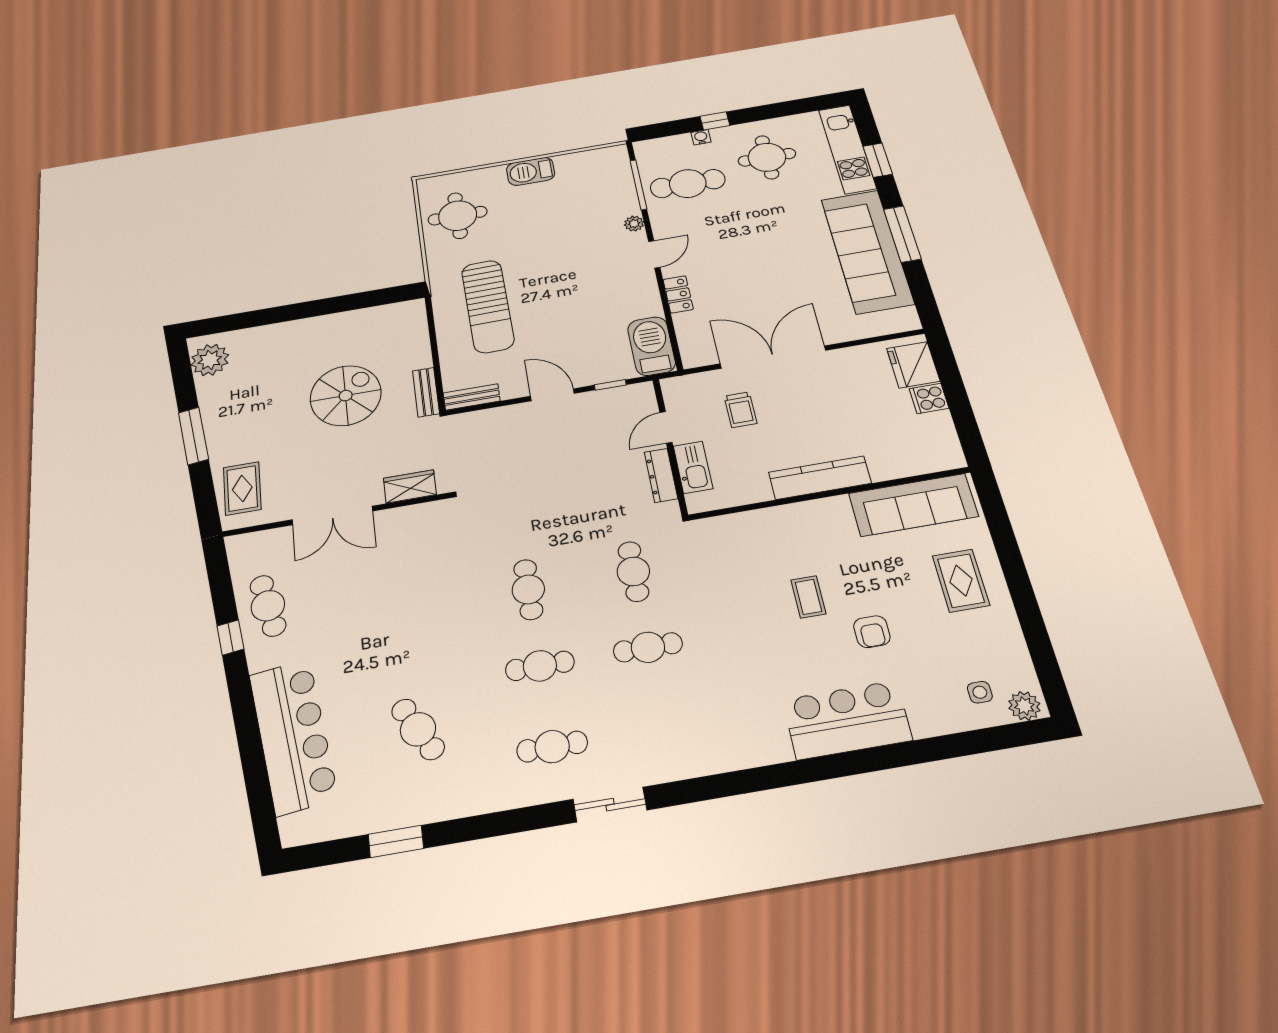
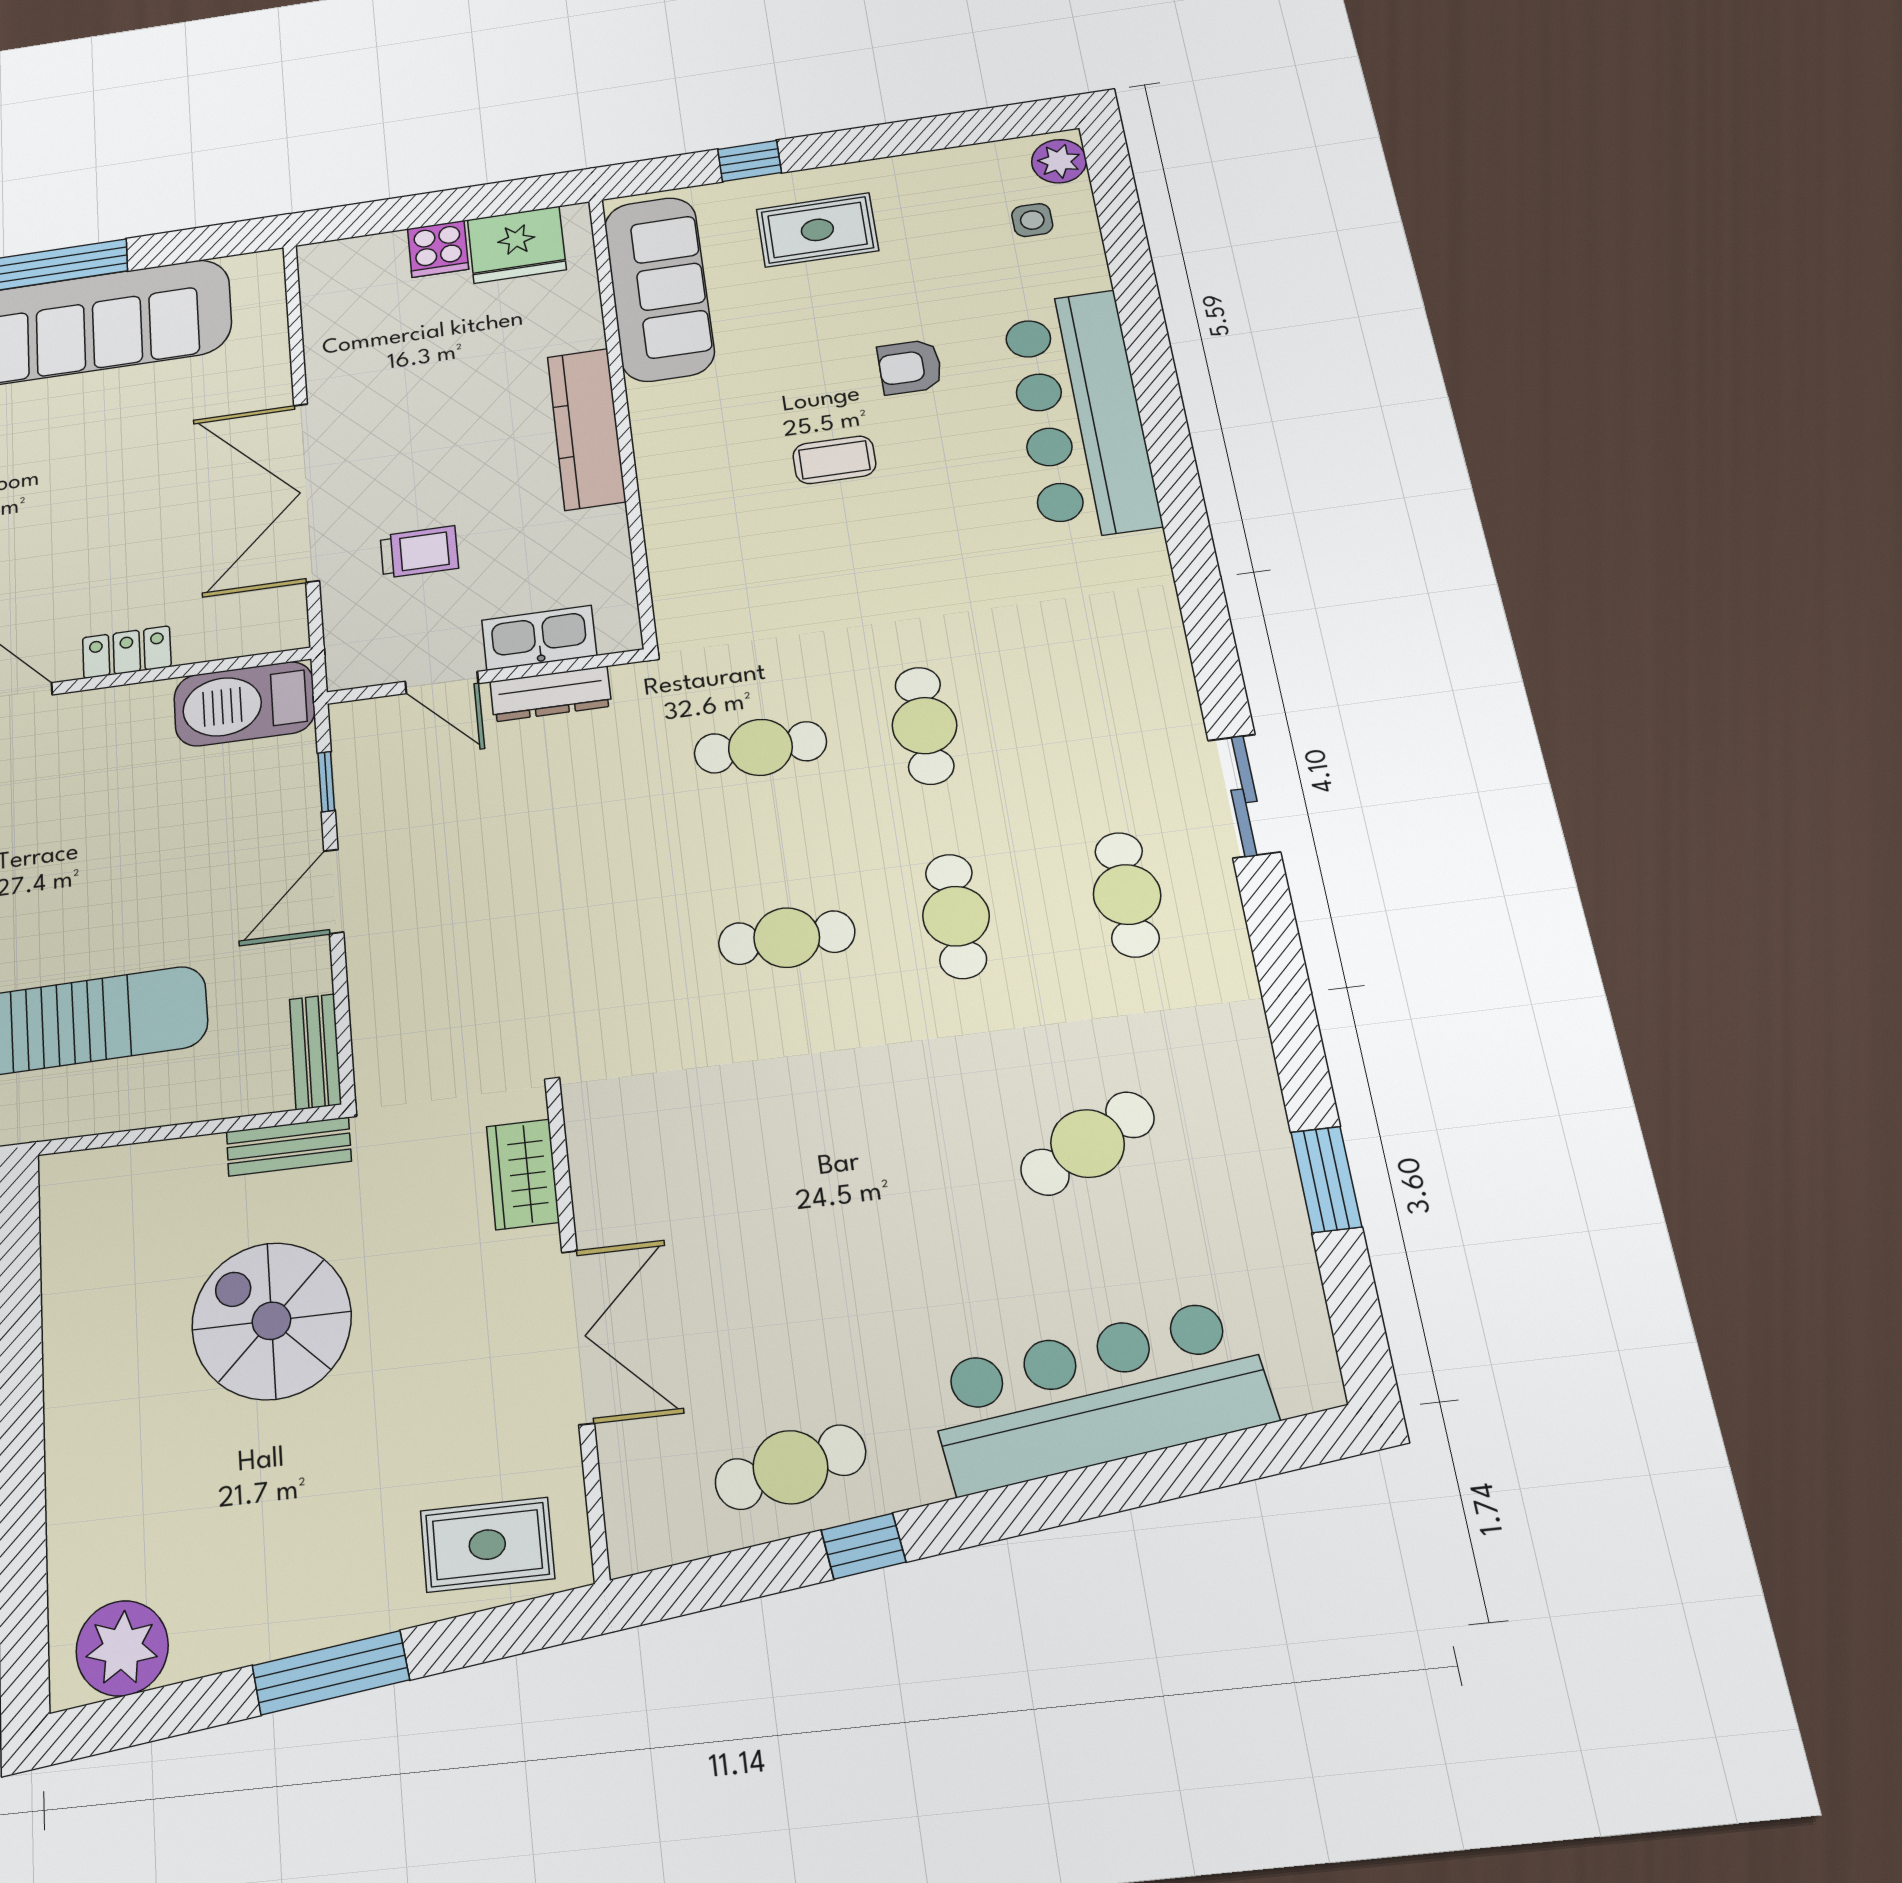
fridge: (913, 365) -> (517, 245), moved
window: (1005, 544) -> (750, 161), added
armchair: (872, 632) -> (910, 367), turned 180
bar counter: (847, 720) -> (1080, 414), width x1.36

